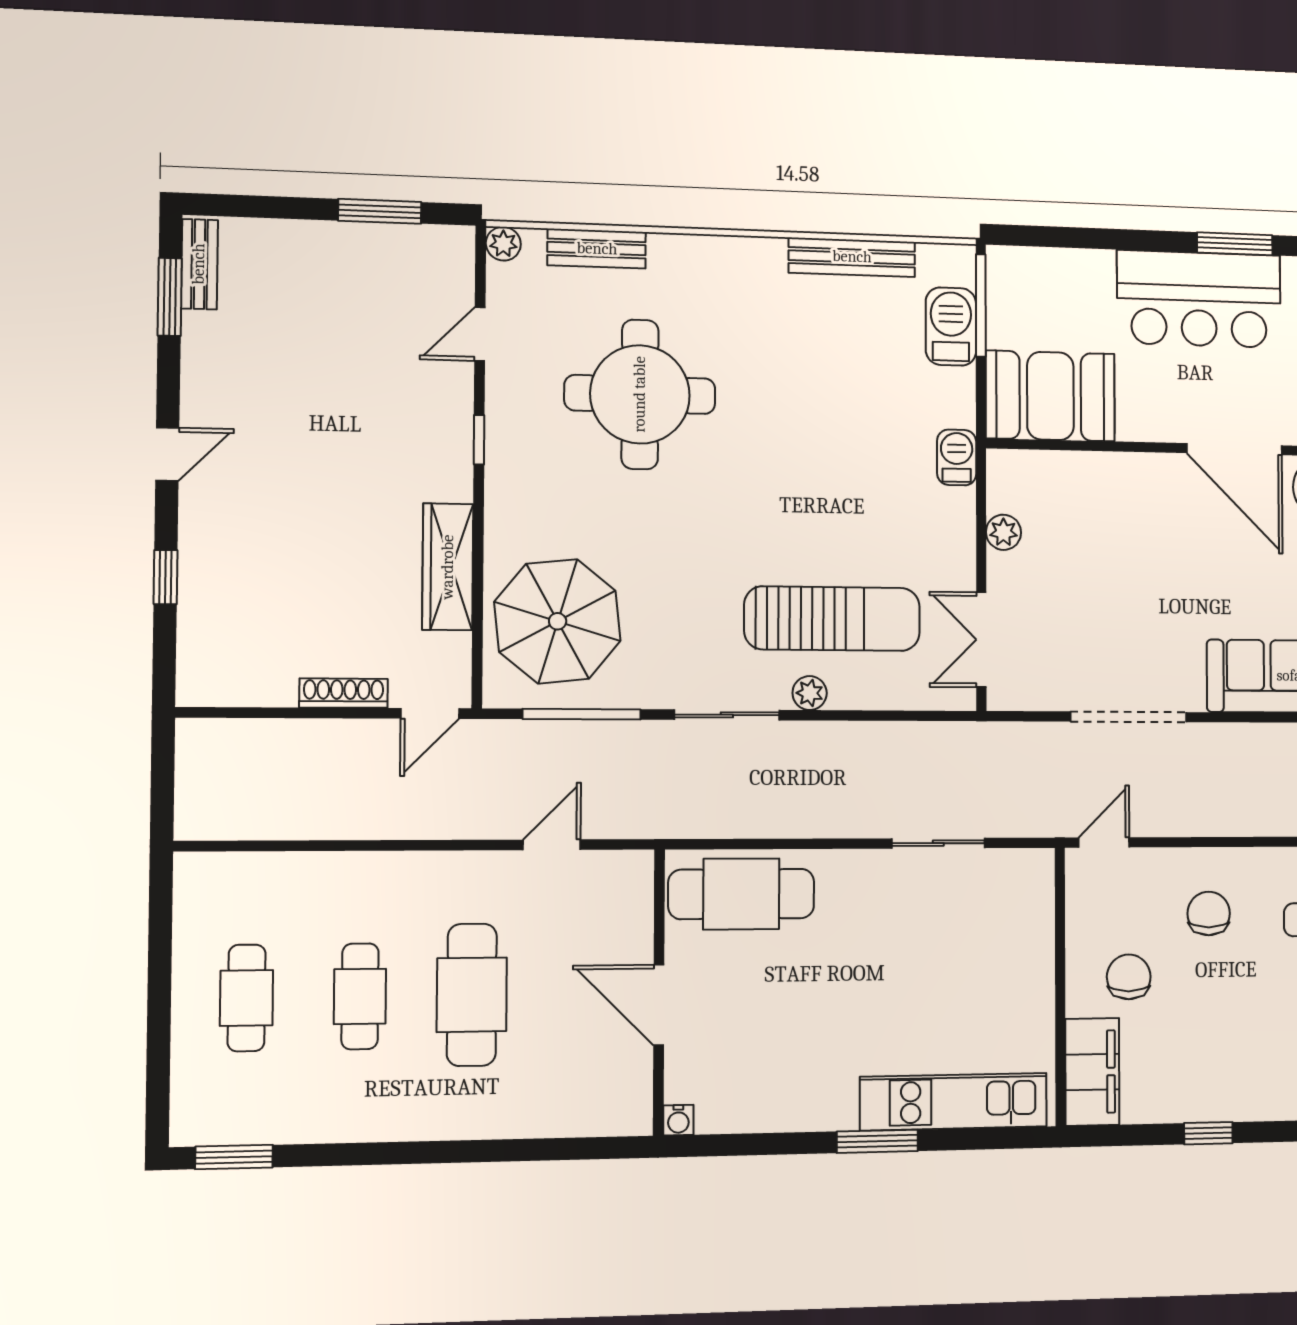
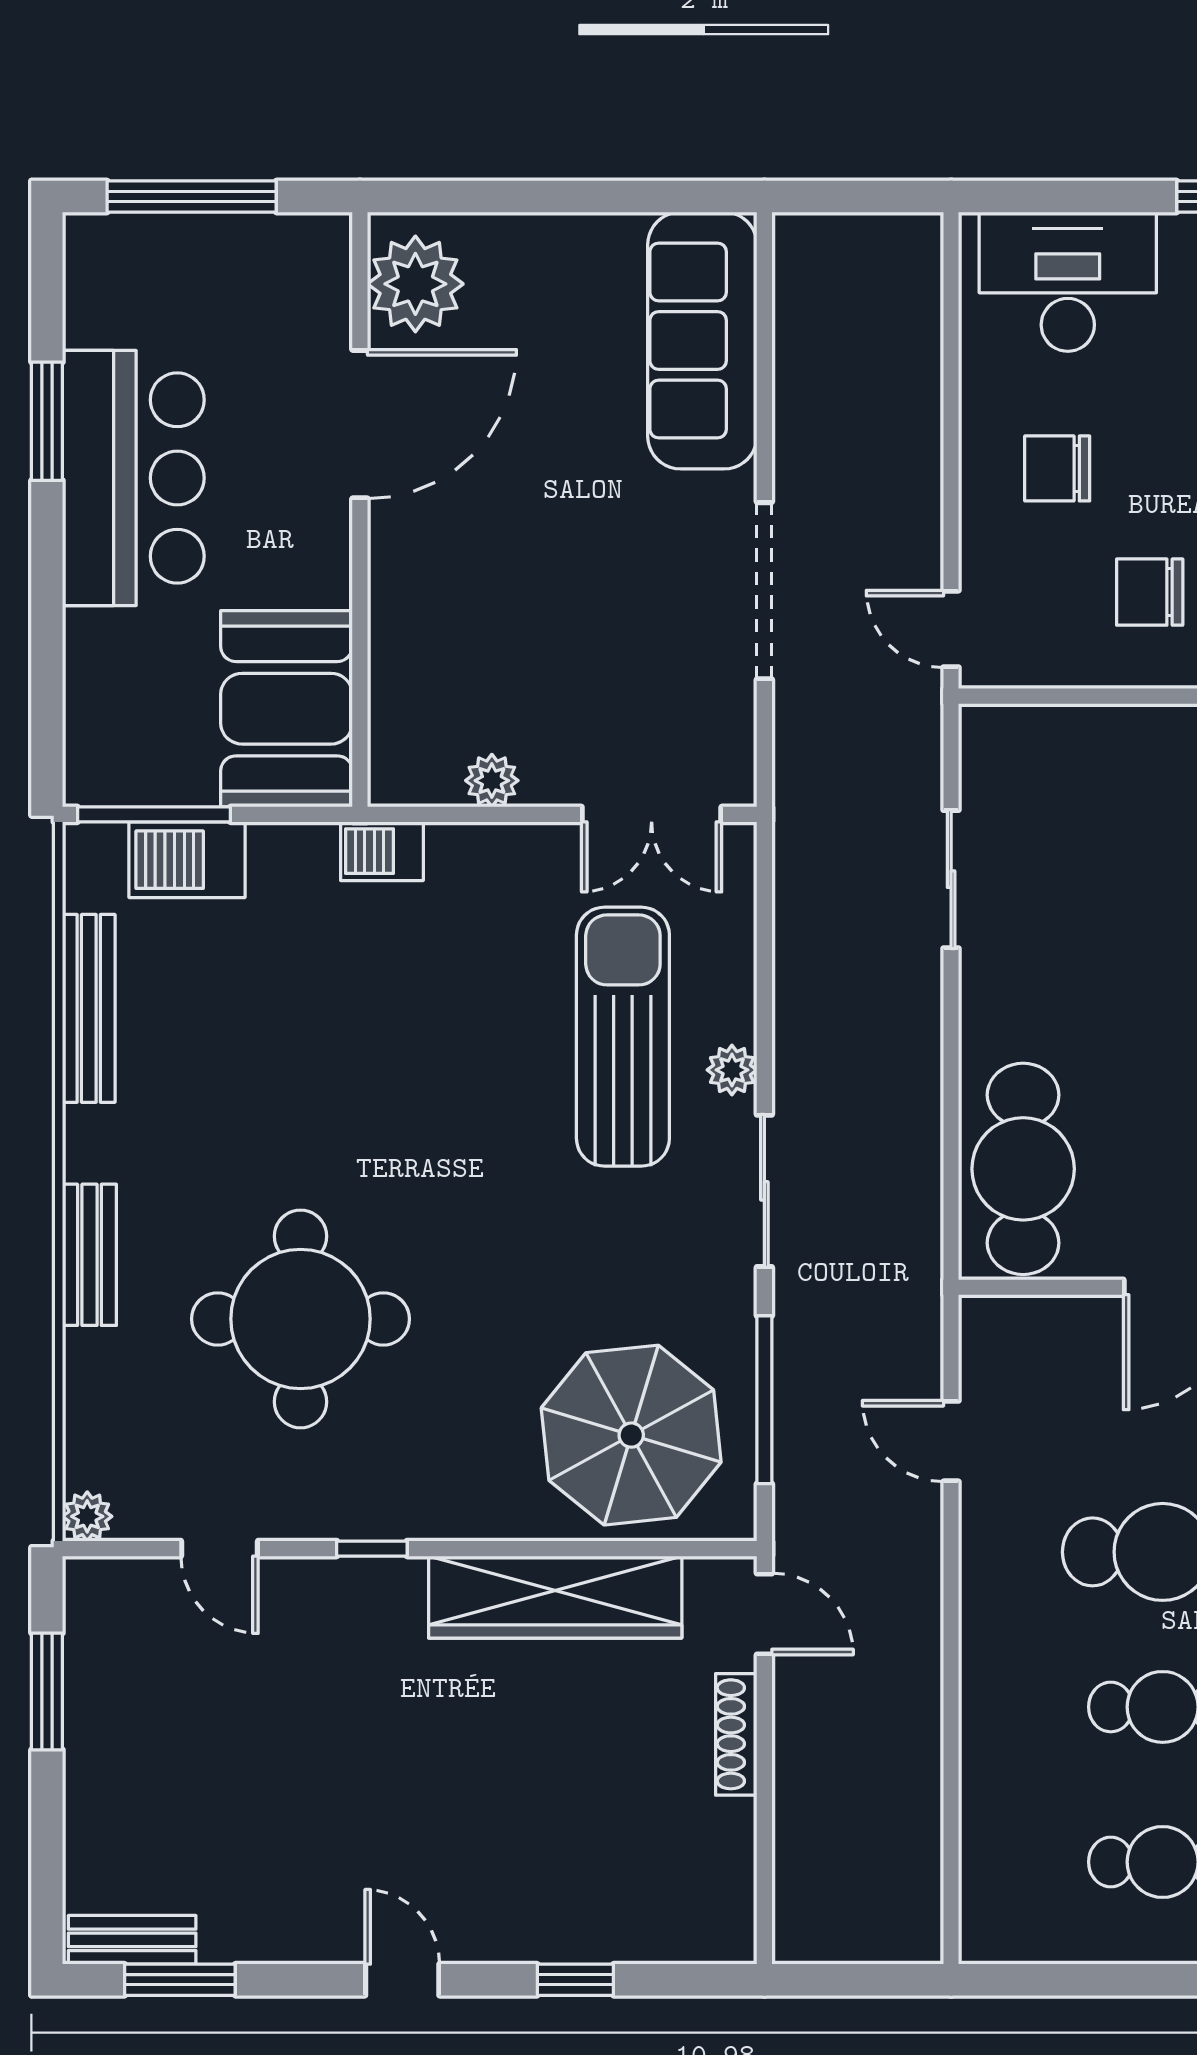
bench: (597, 249) -> (89, 1255), moved
wardrobe: (448, 567) -> (555, 1597), width x1.40, depth x1.17

